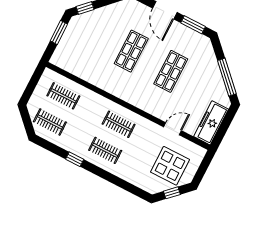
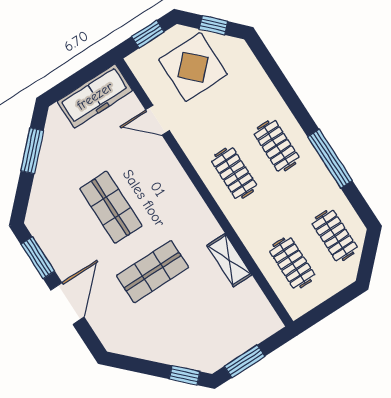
shop shelf: (171, 71) -> (111, 207), turned 90
window: (227, 77) -> (32, 151), width x0.69
shelving: (96, 79) -> (229, 260), added
window: (75, 159) -> (330, 159), width x2.17
window: (202, 169) -> (148, 34), added

